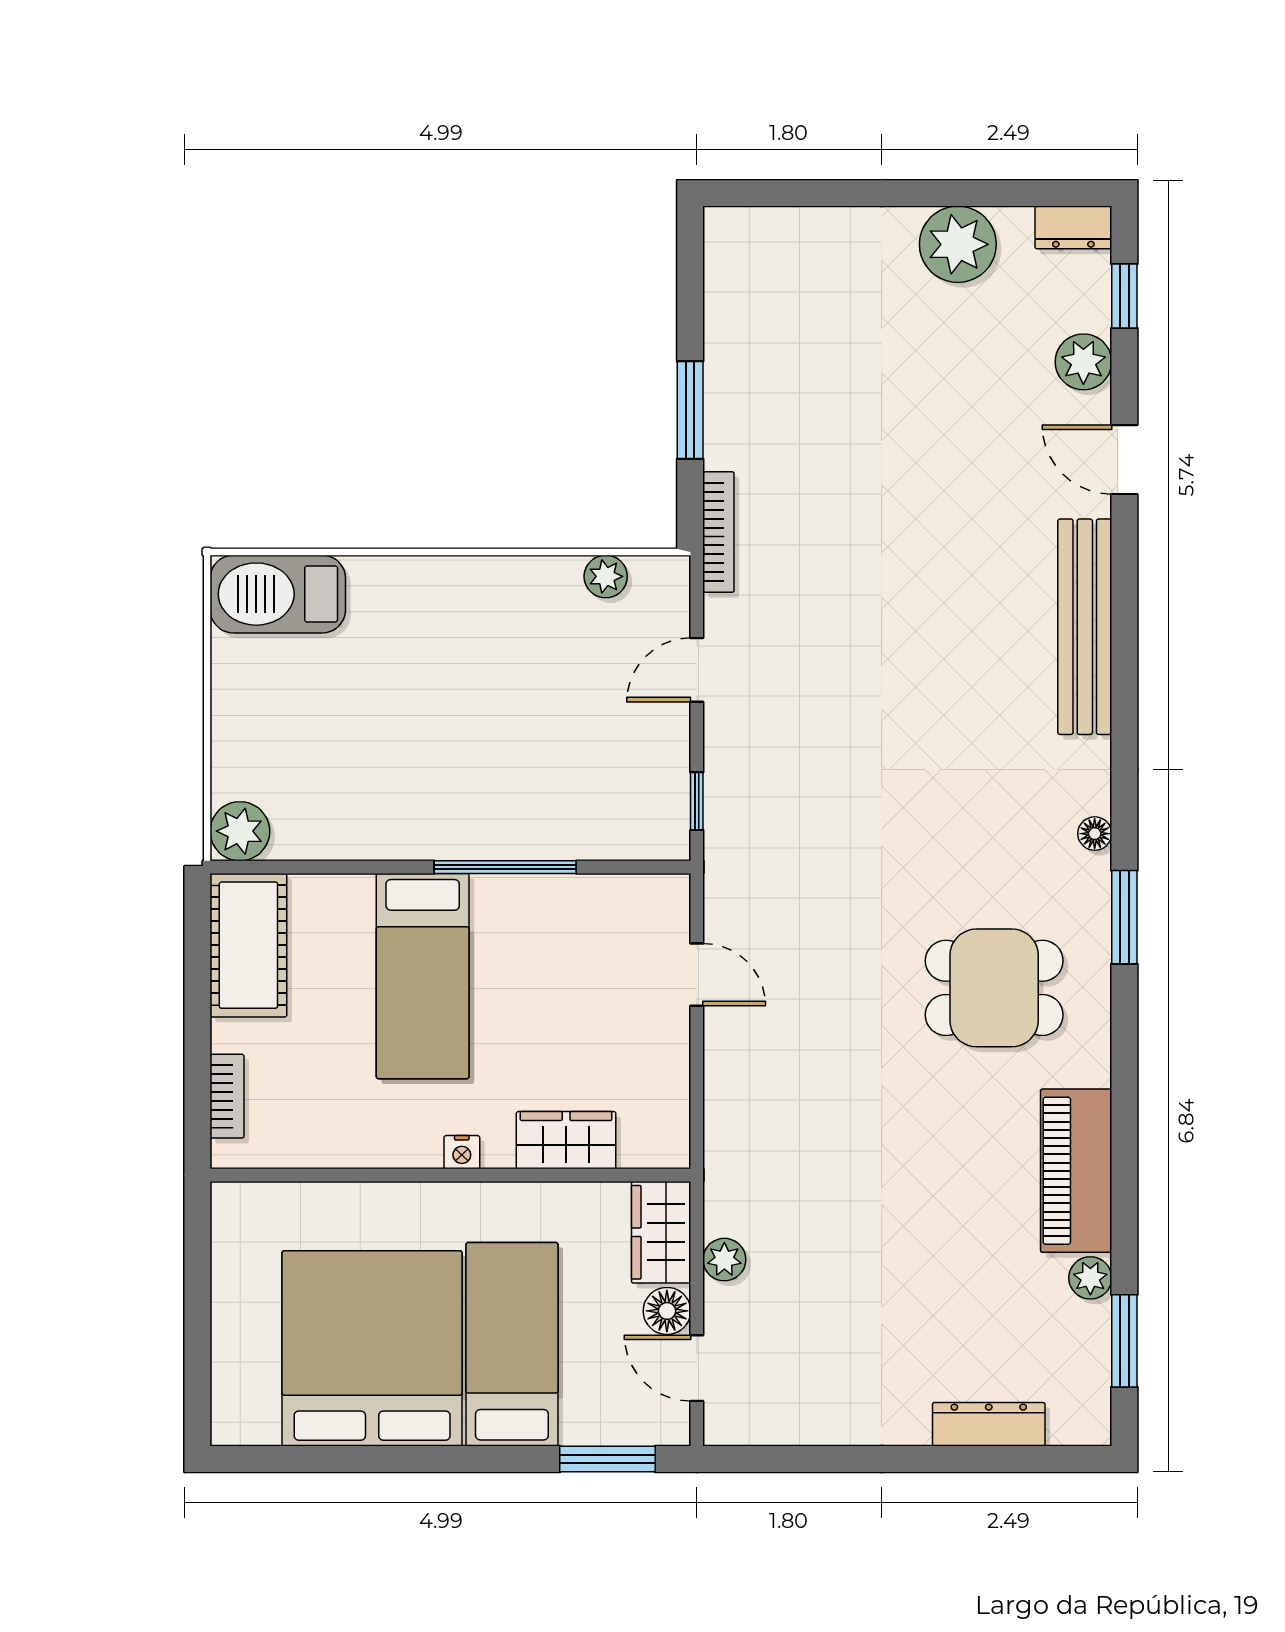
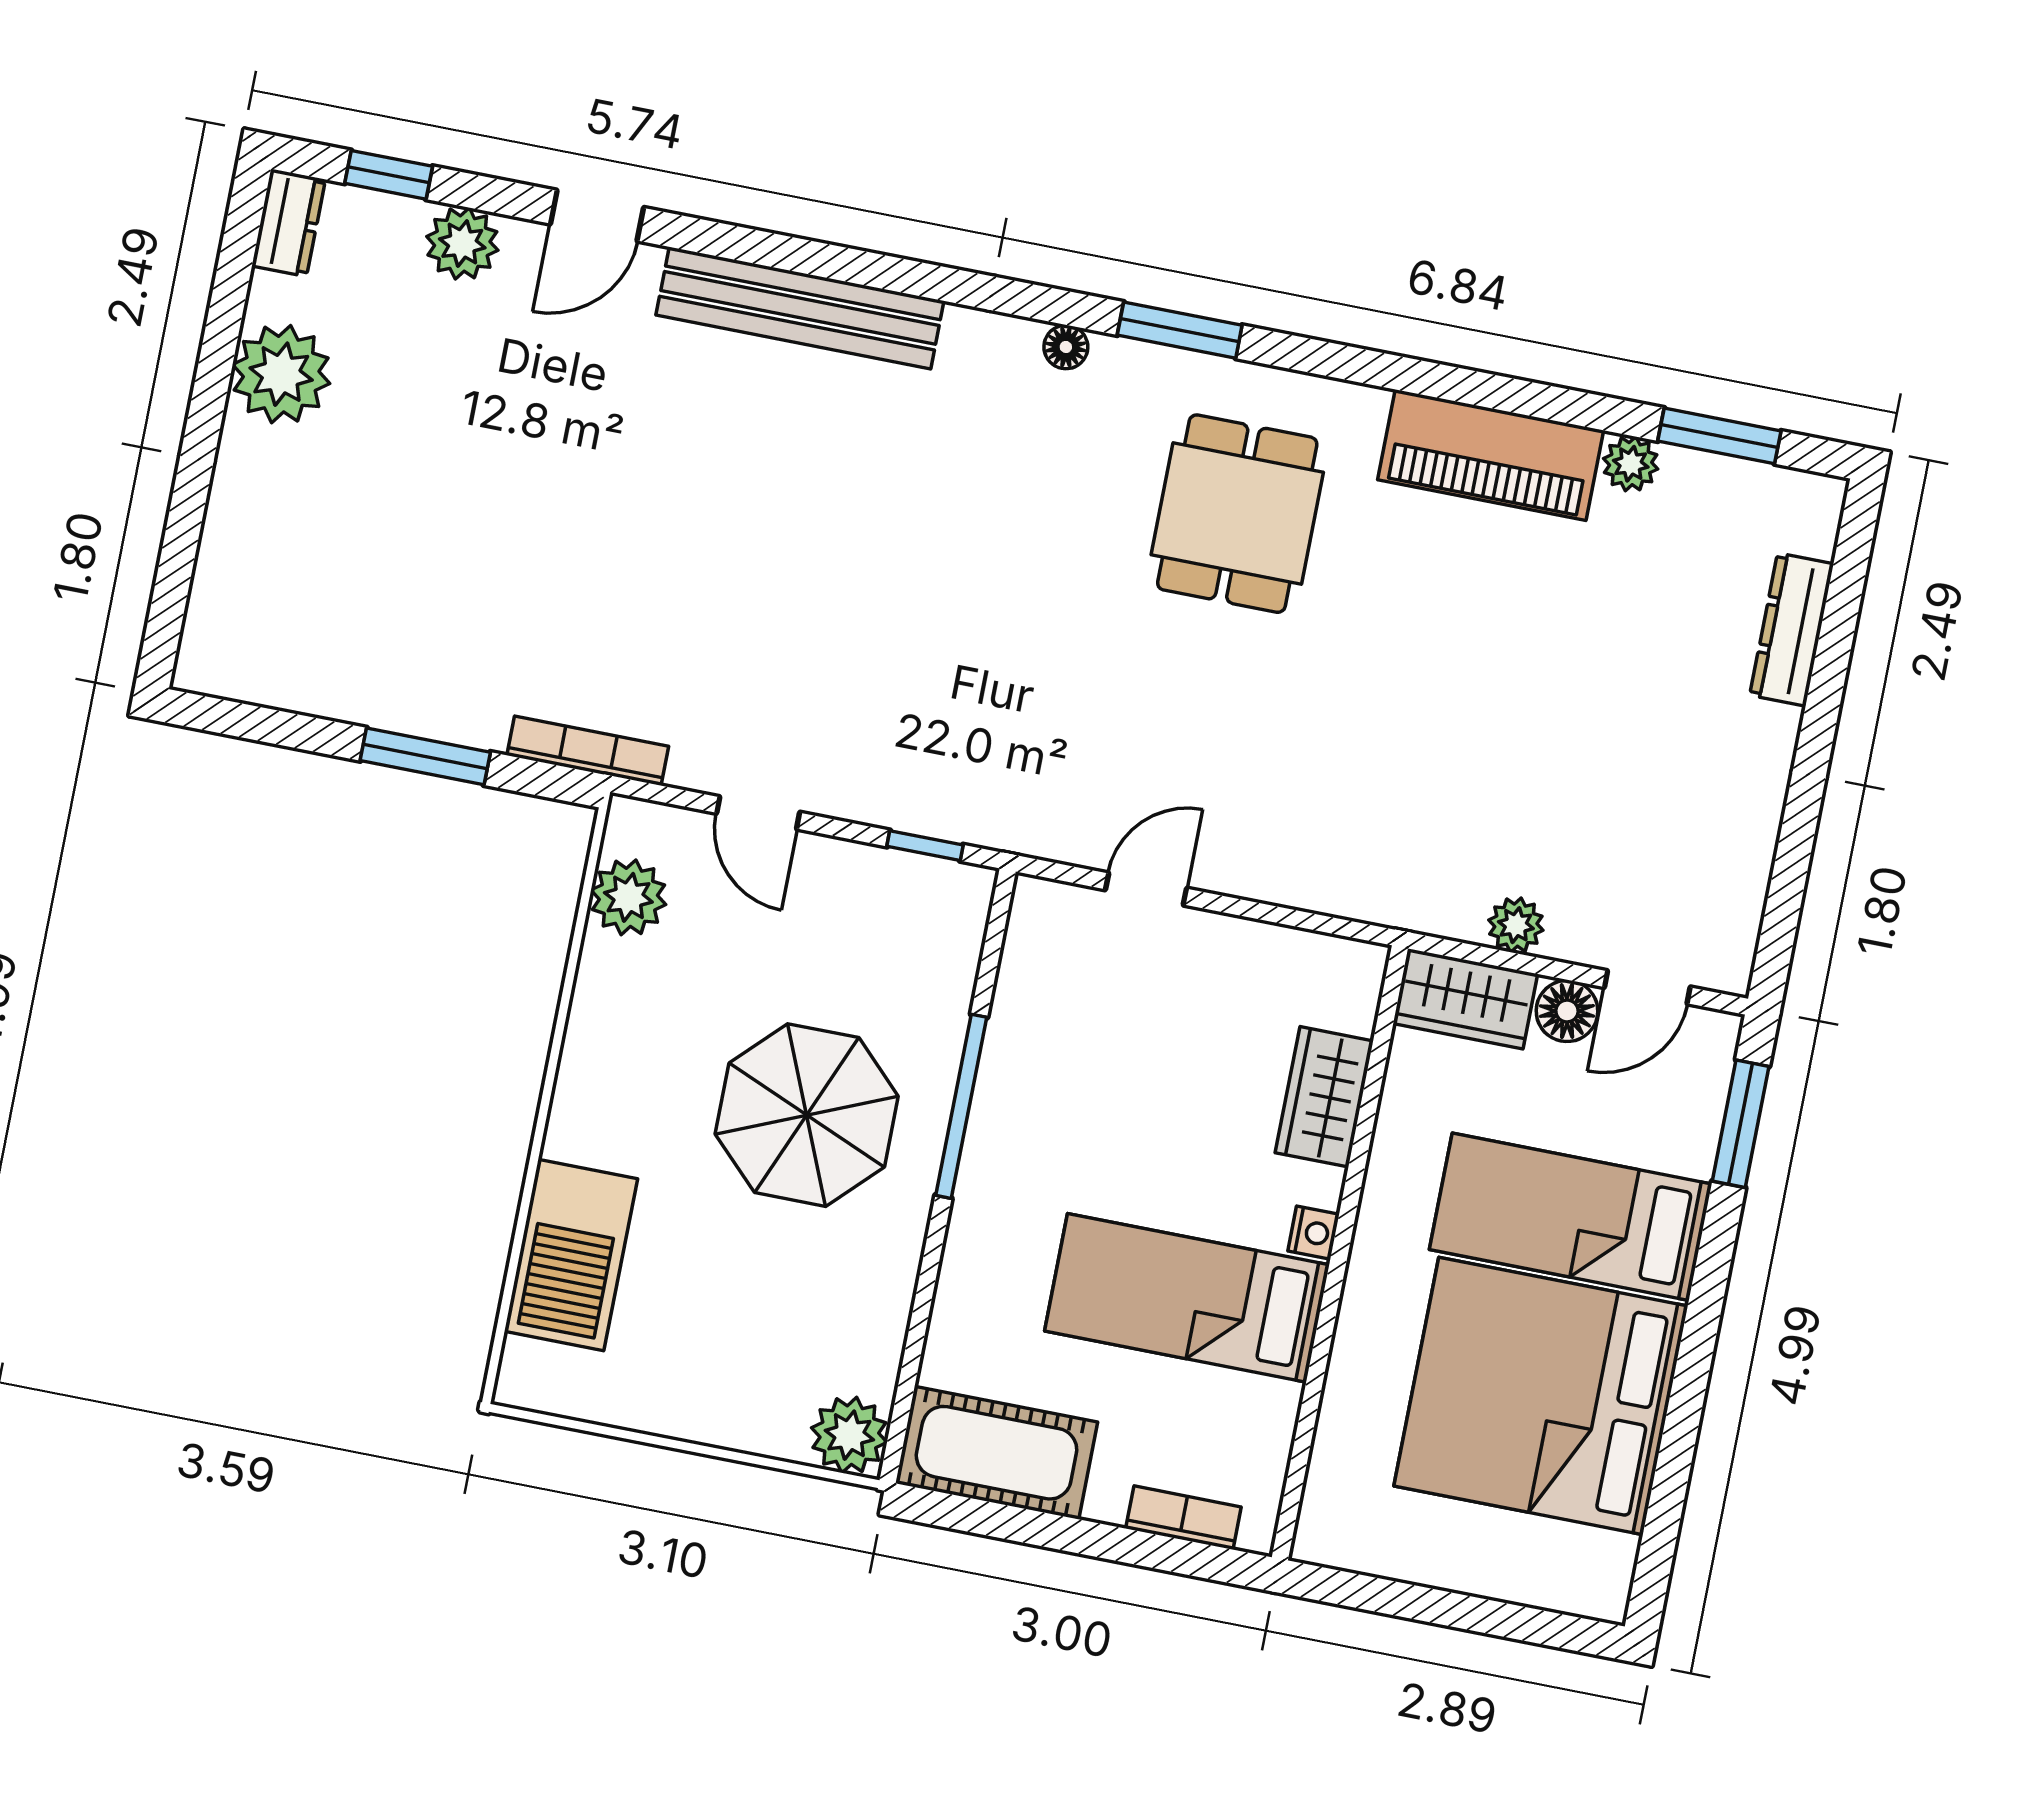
plant: (606, 576) -> (628, 897), width x1.38, depth x1.38
barbecue: (278, 594) -> (571, 1255), moved
parasol: (475, 752) -> (807, 1115), added
bed: (423, 976) -> (1187, 1298), moved, turned 180

